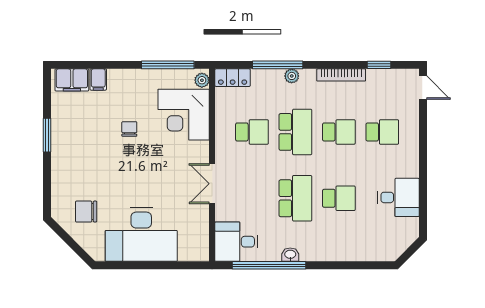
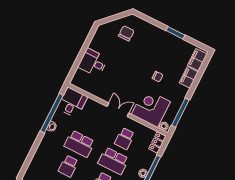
filing cabinet: (98, 79) -> (189, 77), width x2.00
double door: (212, 184) -> (118, 110), moved
desk: (141, 235) -> (93, 63), width x0.53, depth x0.77

